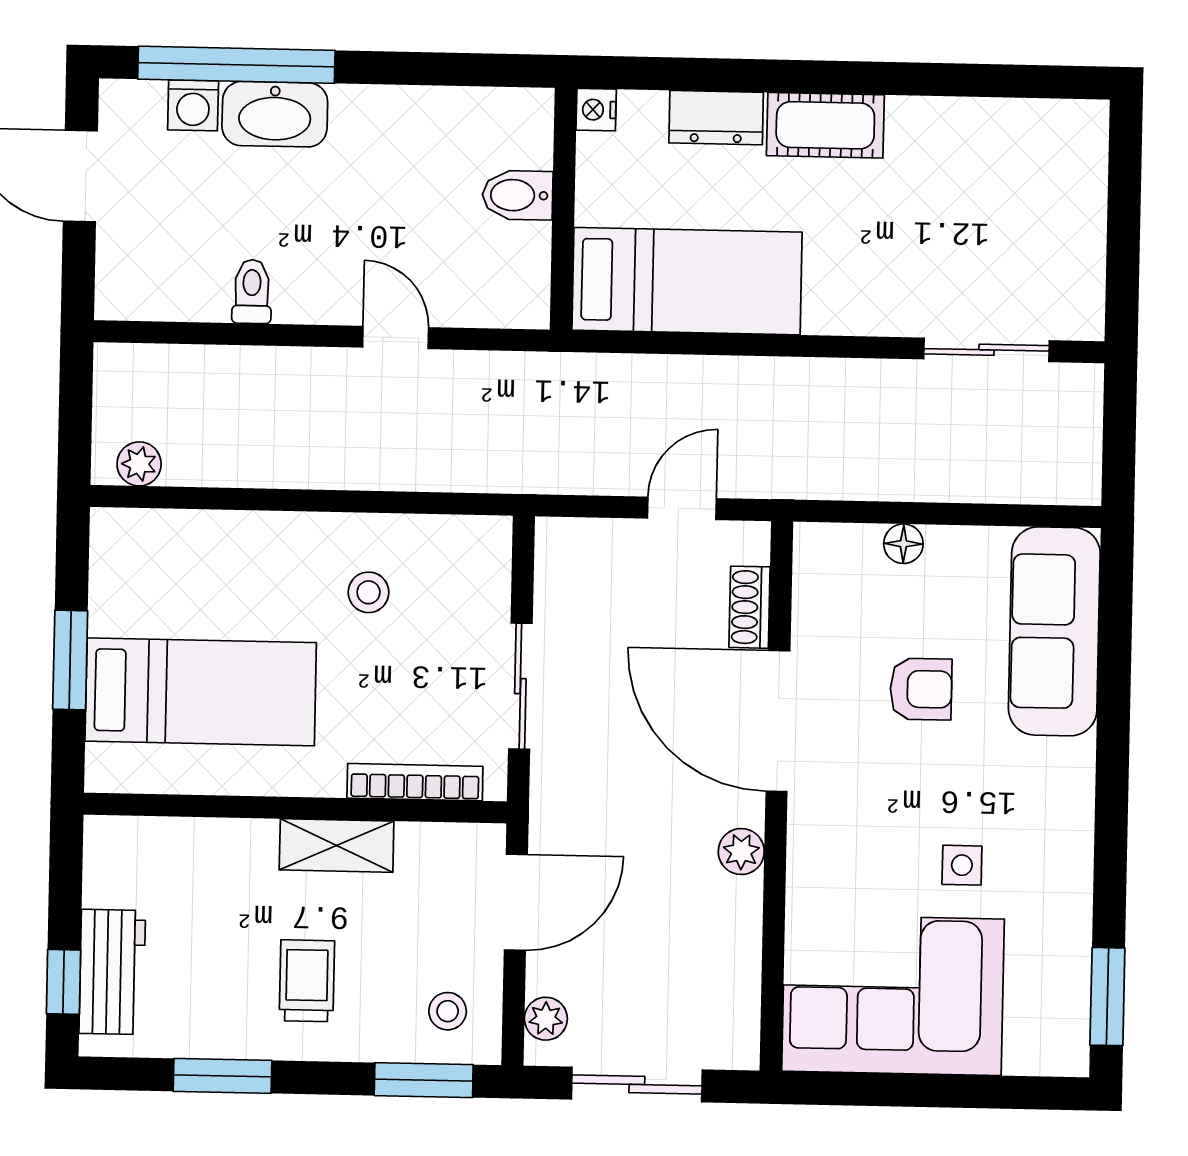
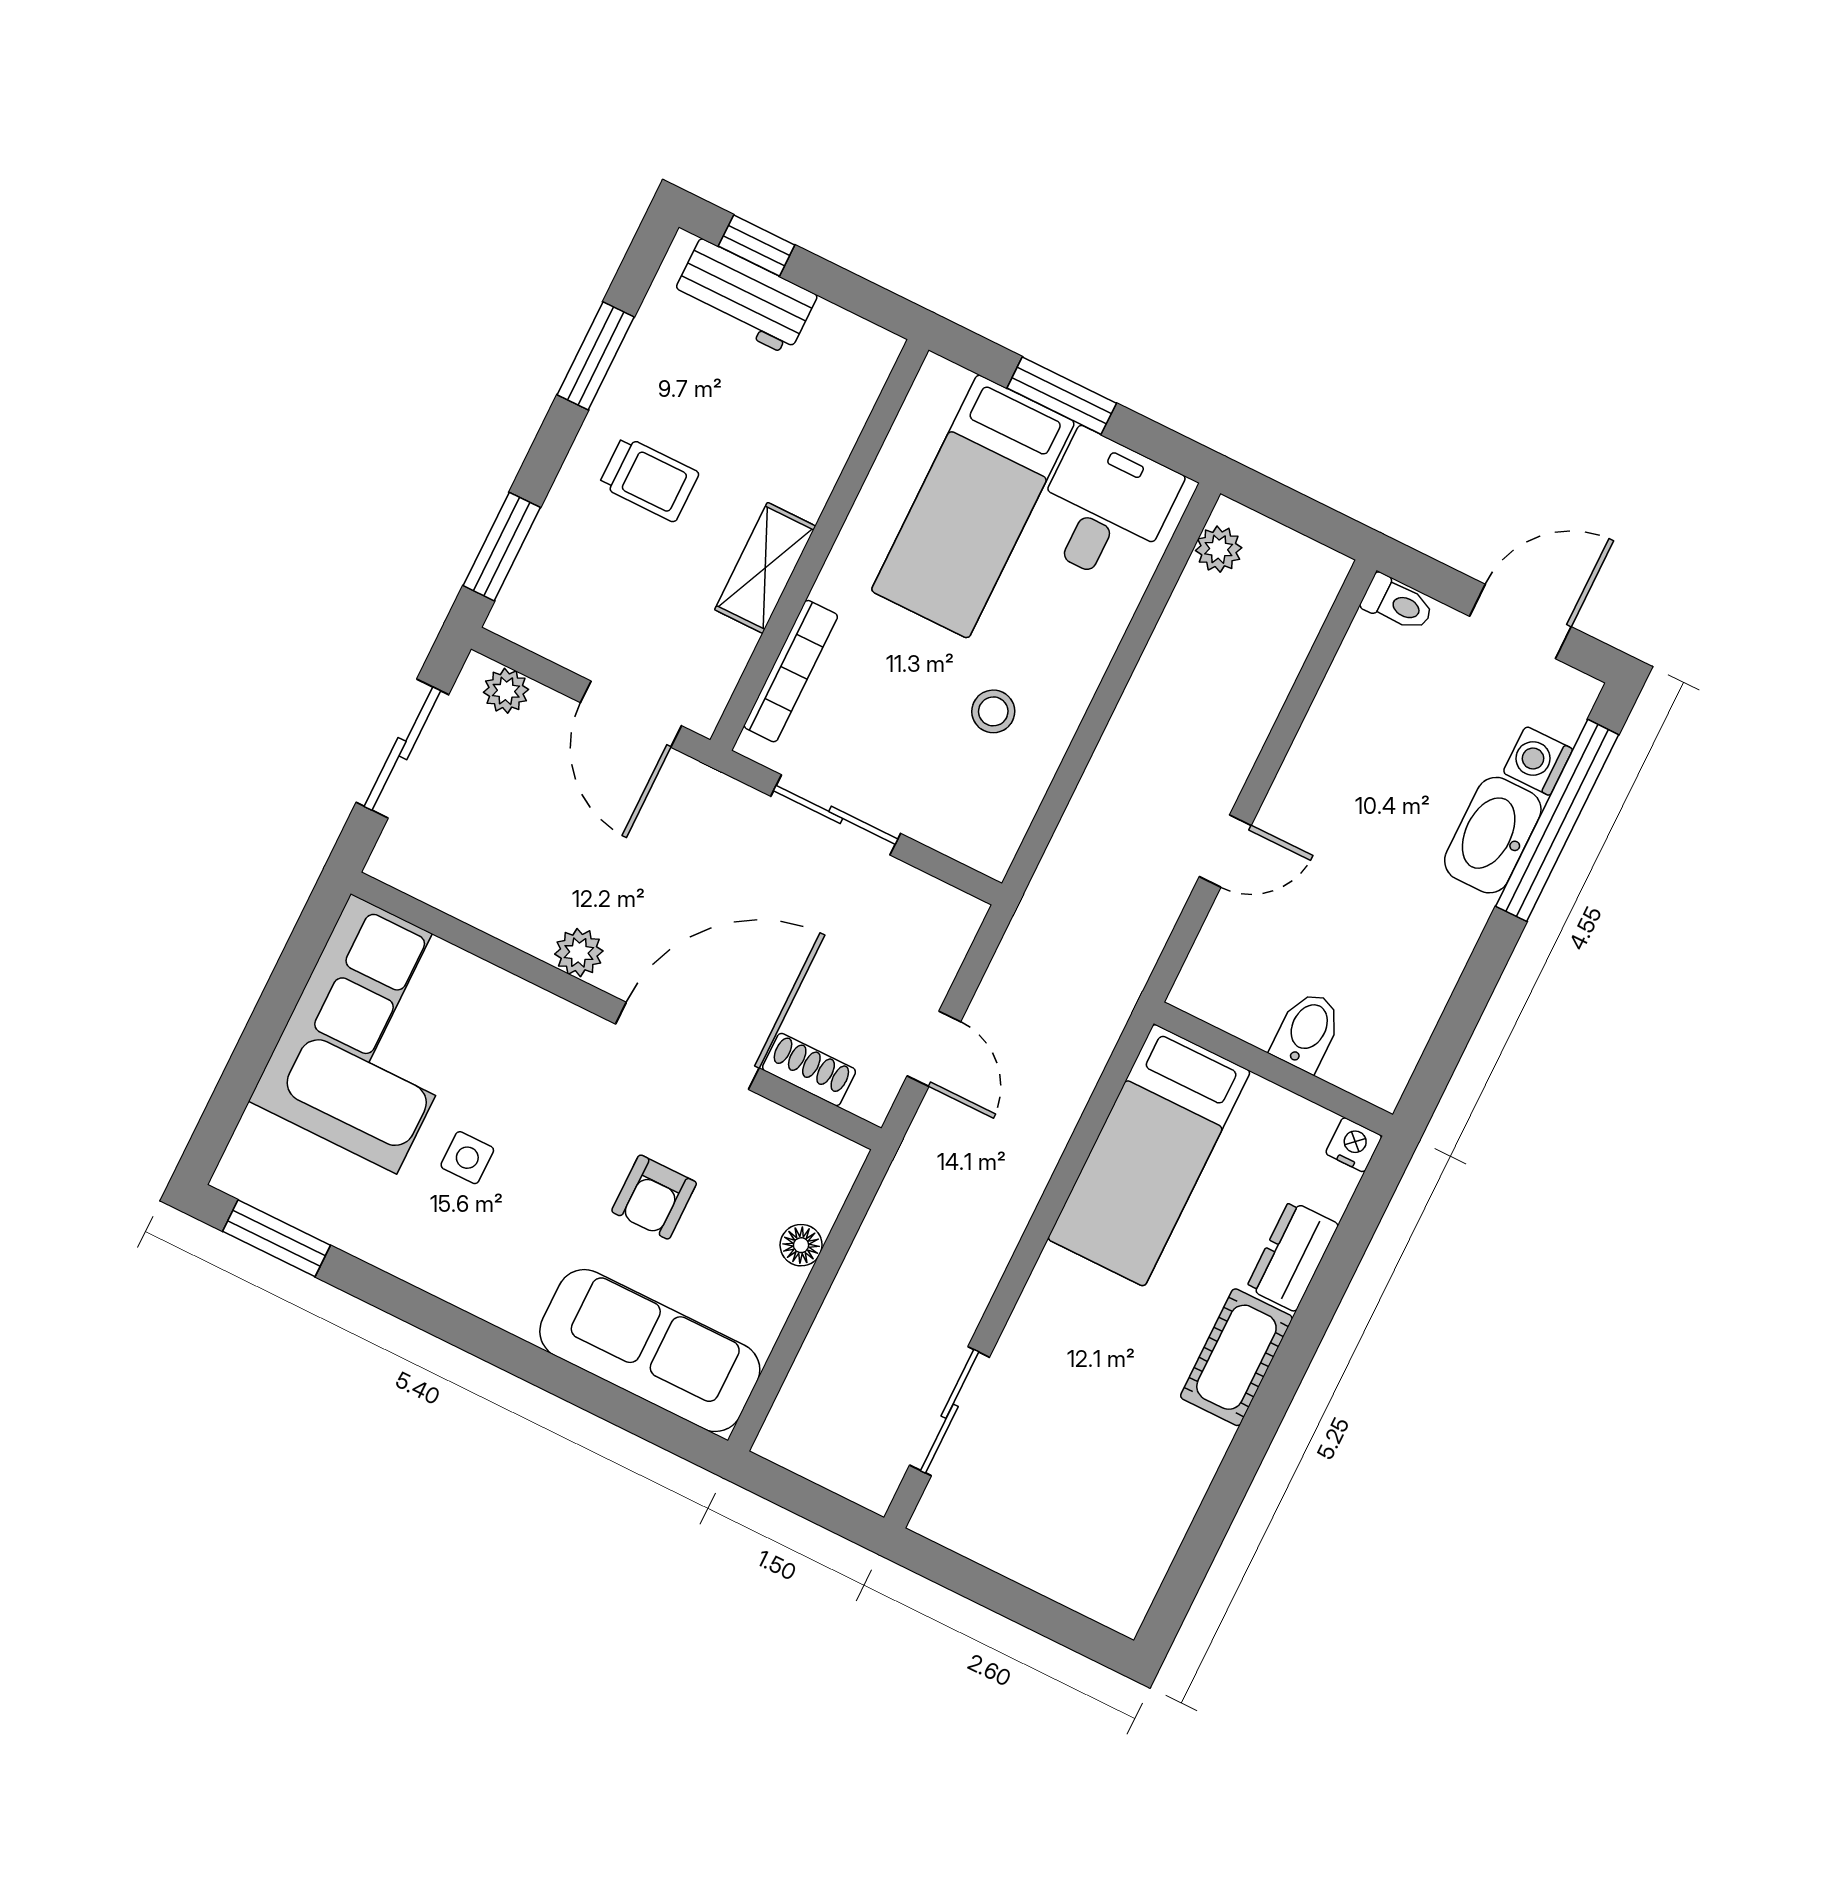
toilet: (252, 292) -> (1398, 603), moved
desk: (149, 578) -> (1105, 508), added
stool: (448, 1011) -> (557, 600), removed

